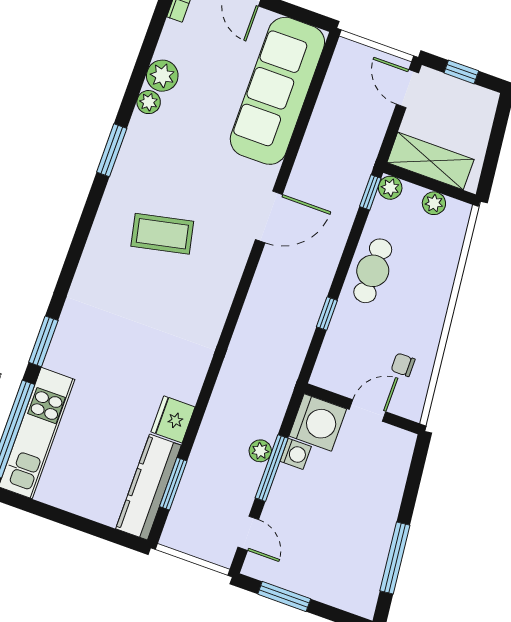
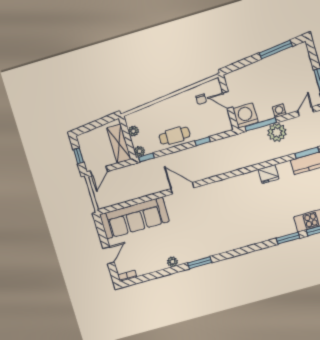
plant: (162, 76) -> (159, 264), removed
coffee table: (162, 234) -> (217, 223), removed
fridge: (173, 419) -> (269, 174), moved
plant: (260, 451) -> (277, 132), width x1.87, depth x1.87
washing machine: (296, 454) -> (279, 111), moved
window: (272, 468) -> (261, 124), moved

